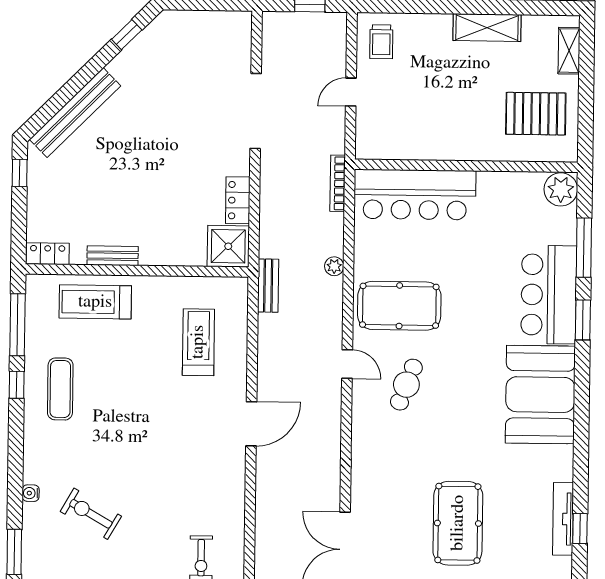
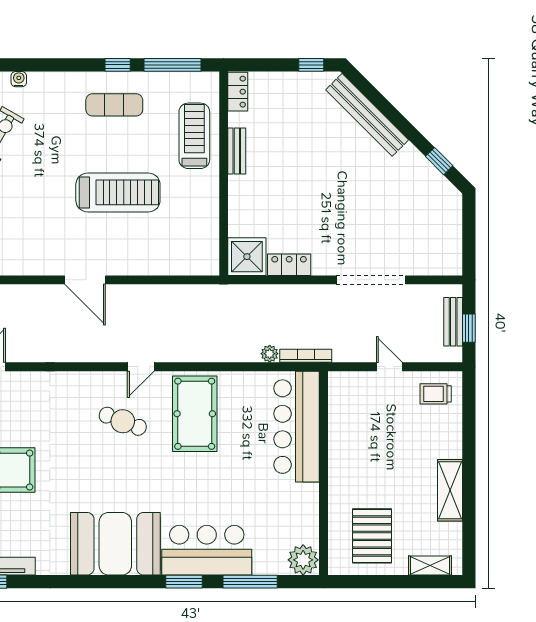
plant: (334, 266) -> (270, 354), moved
bench: (268, 286) -> (453, 322), moved, turned 90
treadmill: (198, 342) -> (118, 192), moved, width x1.37, depth x1.38

